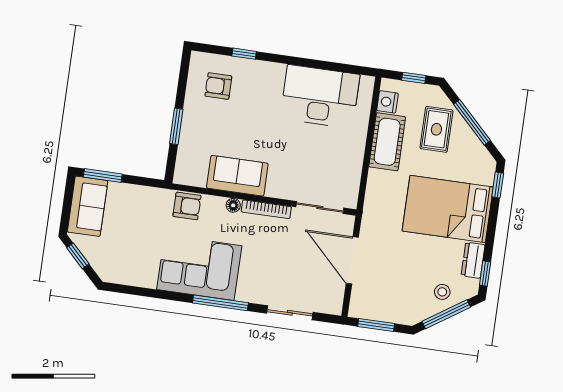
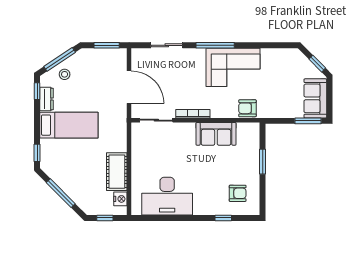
rug: (436, 129) -> (84, 185), removed
floor lamp: (233, 205) -> (216, 113), removed
bed: (448, 209) -> (69, 125), width x0.67

